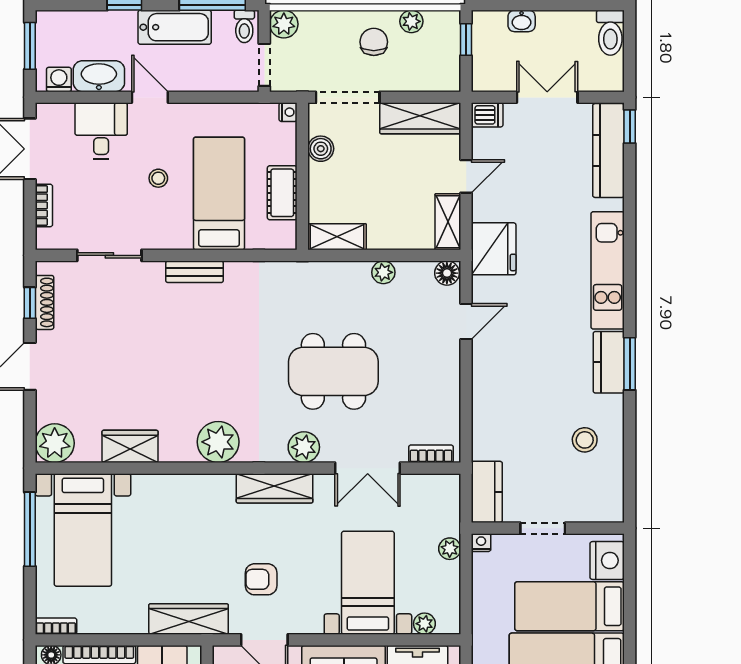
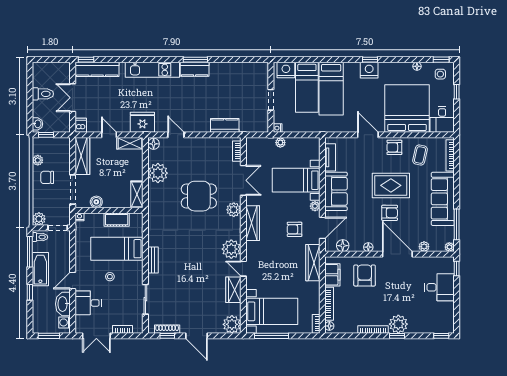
washbasin: (522, 21) -> (37, 124), moved
toilet: (610, 33) -> (43, 94), moved
plant: (383, 272) -> (158, 173), width x1.88, depth x1.88
dining table: (333, 371) -> (199, 196), width x0.73
stool: (585, 440) -> (230, 80), removed
door: (176, 468) -> (243, 269), added
kitchen counter: (487, 492) -> (225, 125), moved
armchair: (261, 579) -> (295, 229), turned 90
plant: (424, 624) -> (315, 206), moved

